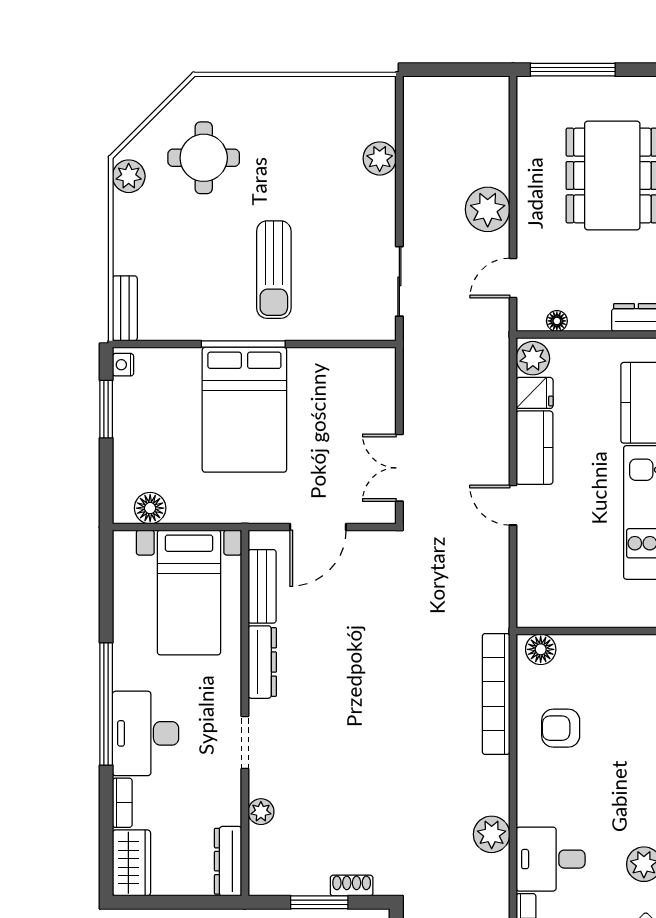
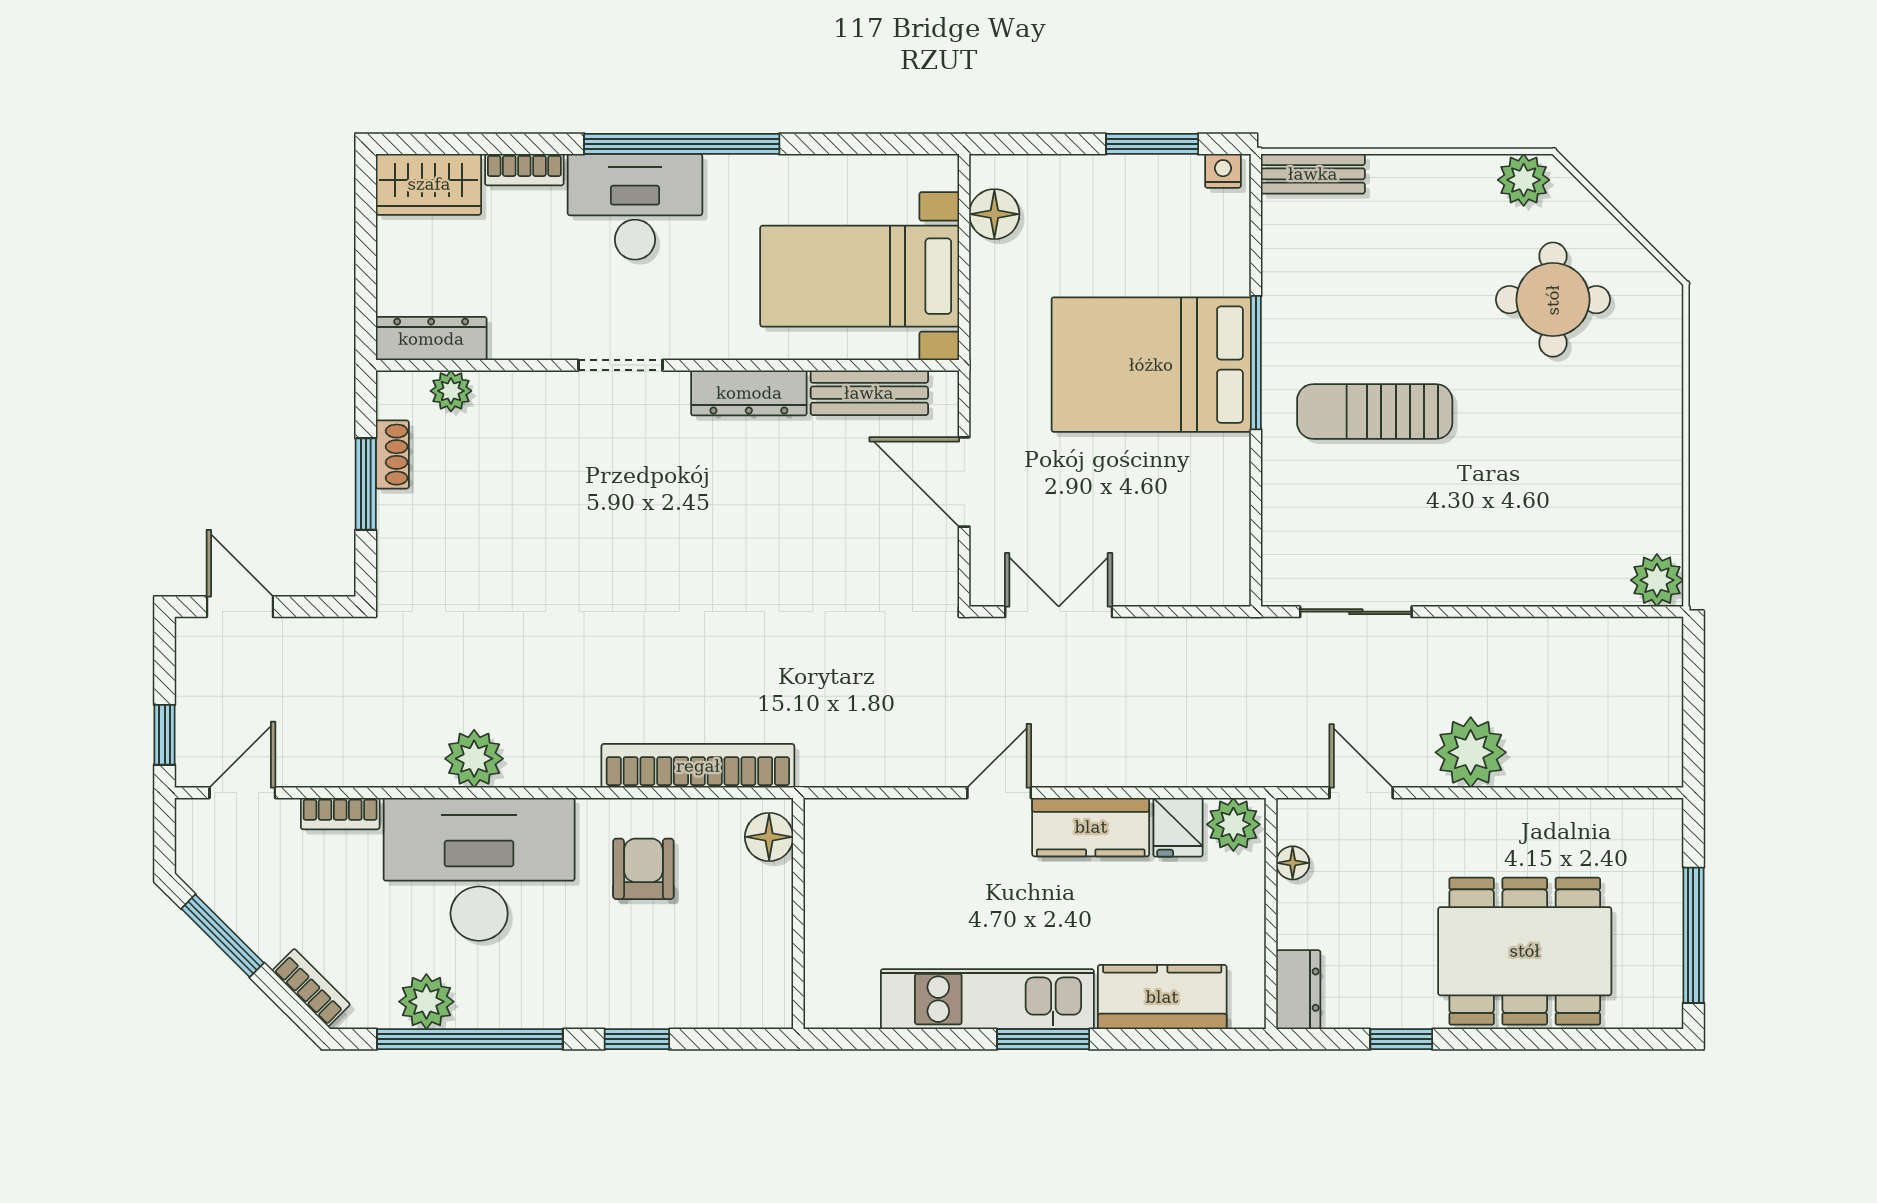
window: (573, 70) -> (1693, 935), moved
plant: (380, 158) -> (1657, 580), moved
plant: (261, 812) -> (451, 391), moved
desk: (551, 859) -> (479, 869), width x1.87, depth x1.30
shoe rack: (352, 886) -> (392, 455), moved

